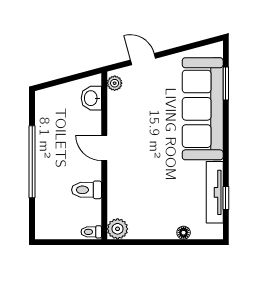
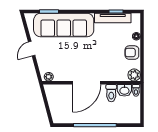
door: (143, 59) -> (32, 49), moved
washbasin: (91, 98) -> (124, 90), moved
door: (104, 148) -> (87, 83), width x1.88
armchair: (156, 225) -> (132, 53), added

